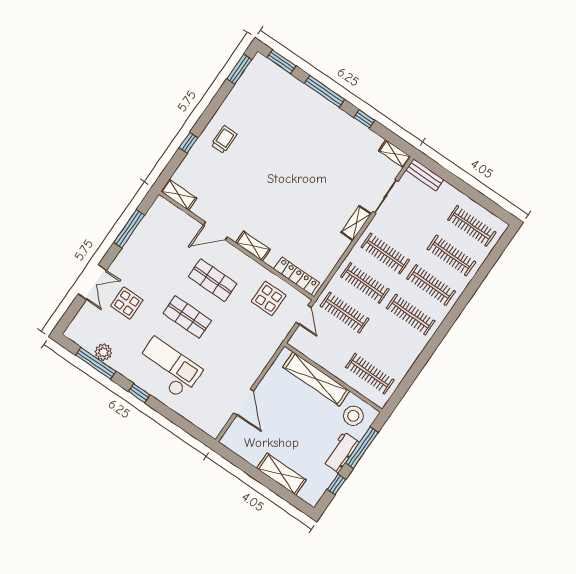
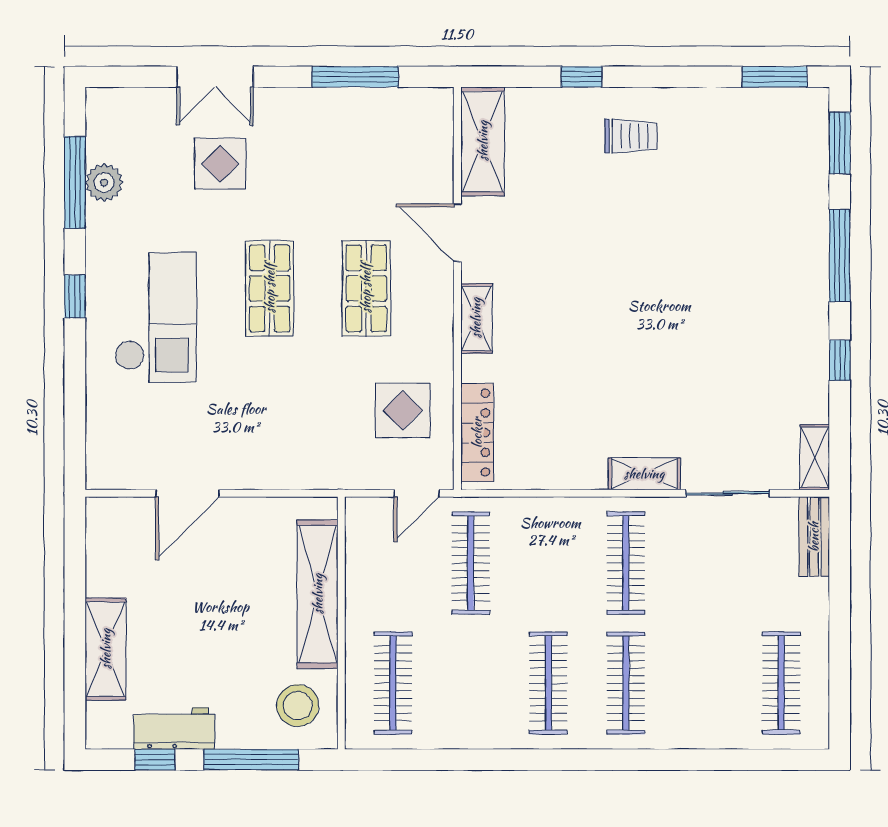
shelving: (179, 195) -> (483, 141), width x1.50, depth x1.33
clothes rail: (451, 255) -> (704, 683), removed
clothes rail: (365, 283) -> (548, 563), removed
workbench: (341, 452) -> (174, 728), moved

